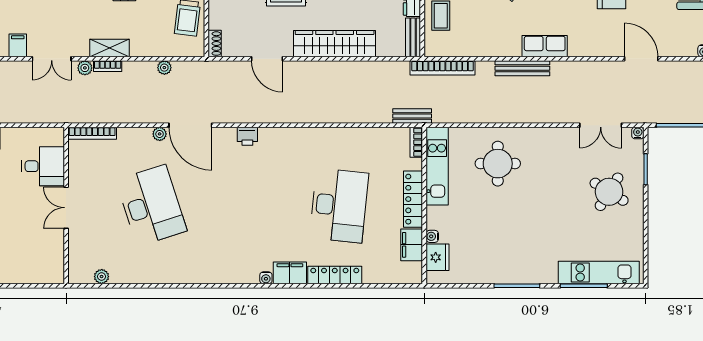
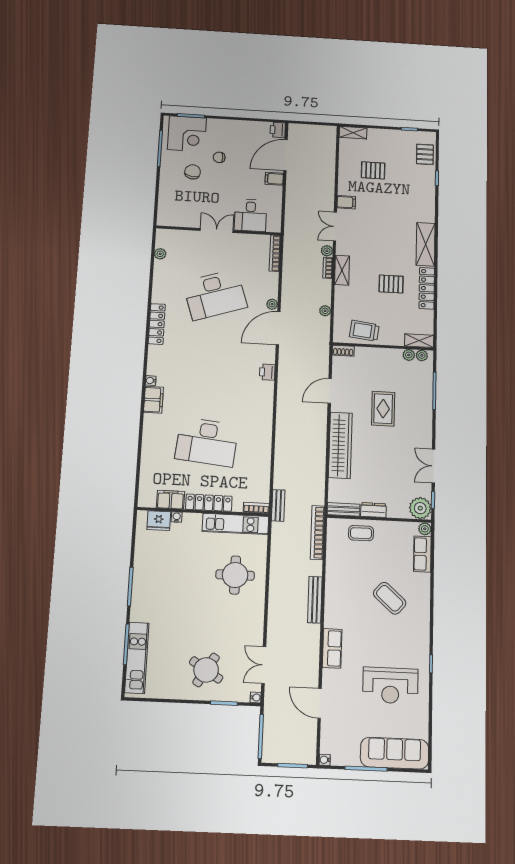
row of seats: (545, 46) -> (332, 648), moved
door: (641, 59) -> (320, 703), swing flipped
locker: (335, 275) -> (157, 324), moved

